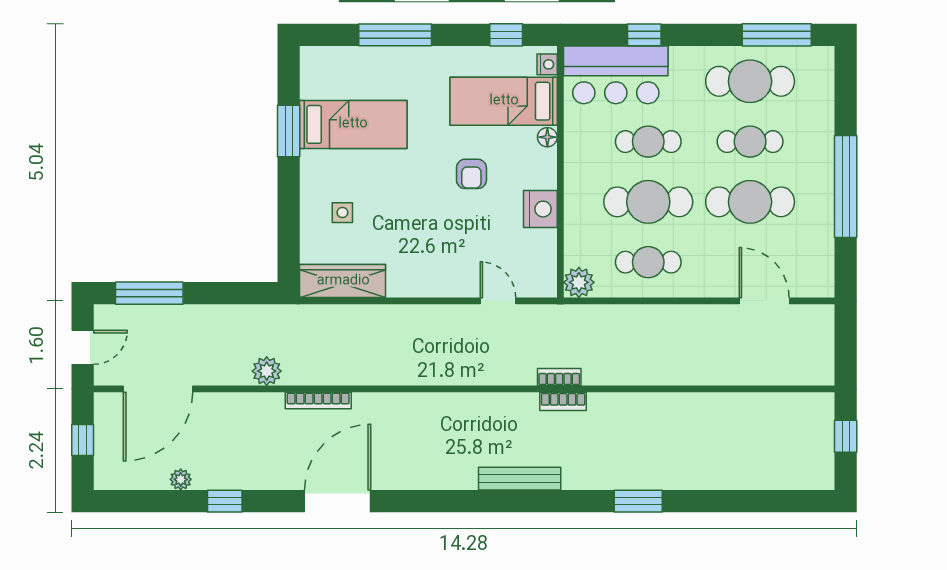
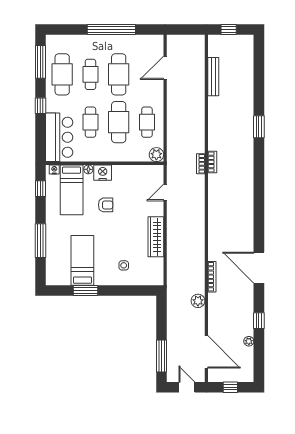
window: (644, 35) -> (40, 106), moved
nightstand: (540, 209) -> (103, 173), moved
wardrobe: (343, 281) -> (156, 237), moved
bench: (520, 479) -> (213, 77), moved

